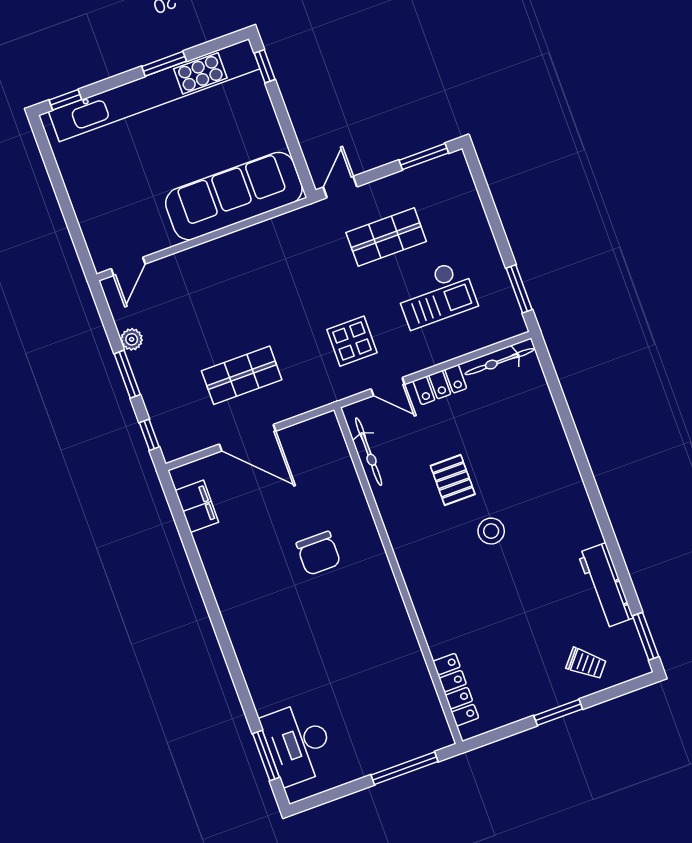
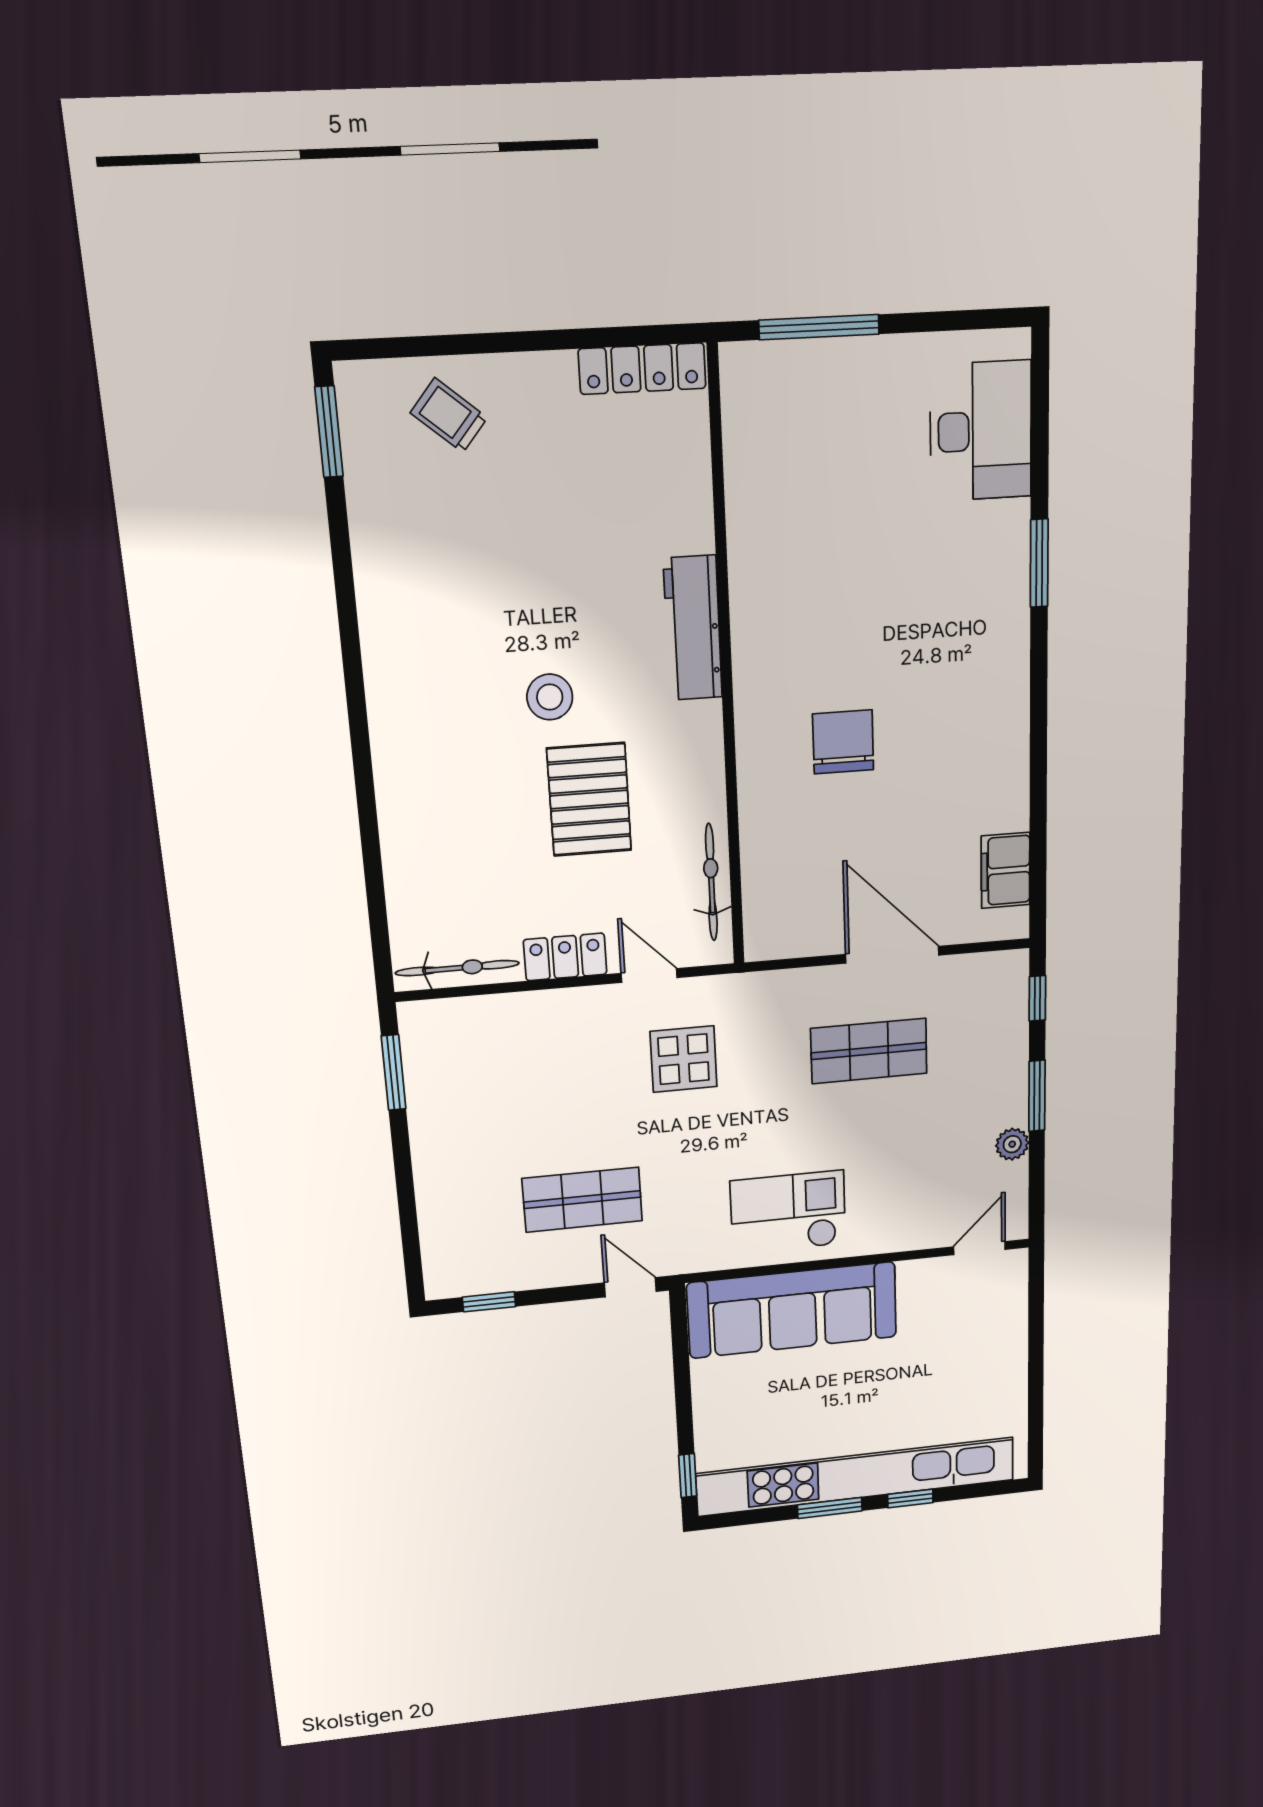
window: (65, 100) -> (910, 1499), moved
window: (424, 157) -> (489, 1302), width x0.67
door: (340, 187) -> (630, 1287), swing flipped
checkout: (436, 294) -> (788, 1212), moved
pallet: (453, 480) -> (589, 799), width x1.50, depth x1.42
workbench: (605, 585) -> (693, 628), moved, turned 180
locker: (456, 690) -> (642, 369), moved, turned -90
window: (558, 712) -> (523, 341), removed
window: (266, 756) -> (1039, 563), moved

